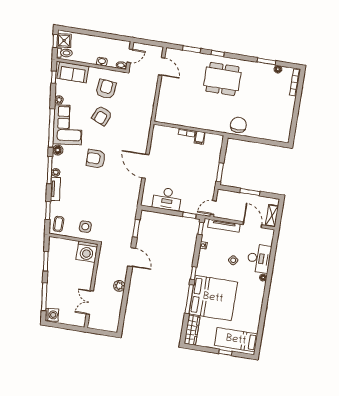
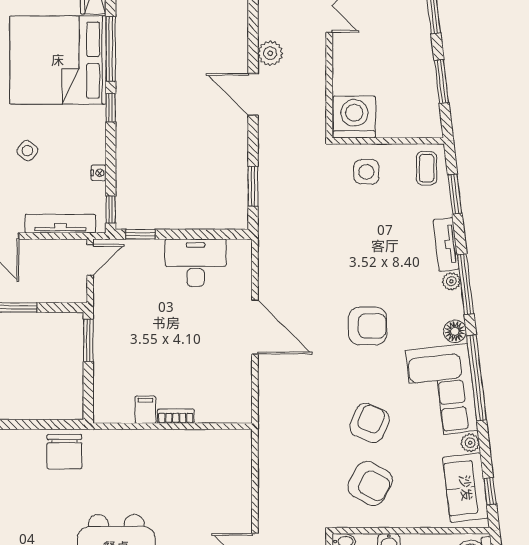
sofa: (73, 72) -> (466, 488), moved, turned -97
armchair: (106, 89) -> (370, 484), turned -68
door: (132, 257) -> (253, 94), moved

